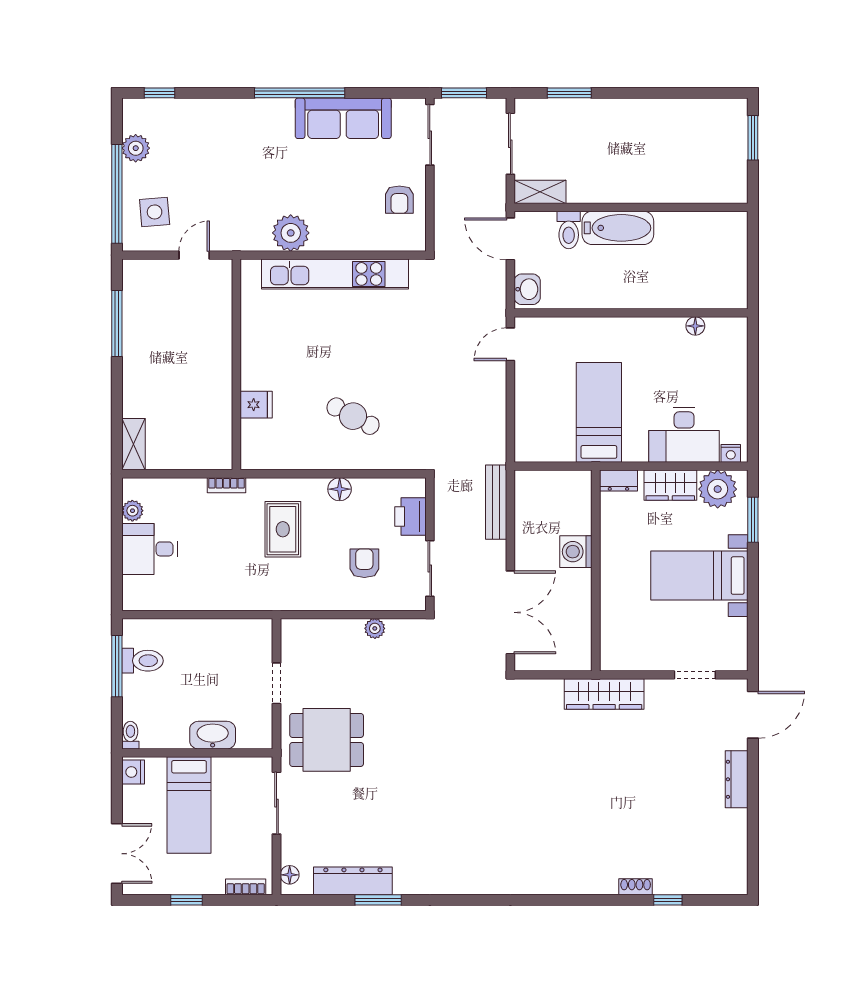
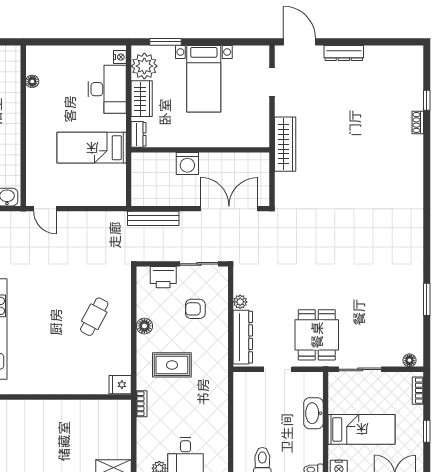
fridge: (256, 405) -> (120, 385), moved, turned -90
dresser: (353, 881) -> (243, 337), moved, turned 180

